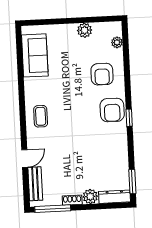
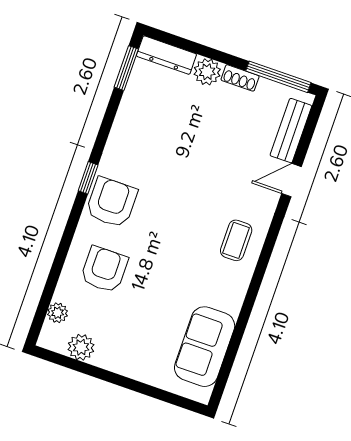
plant: (85, 30) -> (81, 347), moved

